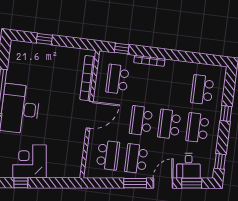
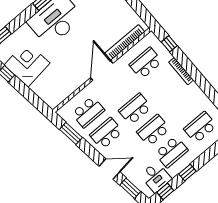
window: (226, 113) -> (187, 173), moved
door: (90, 115) -> (102, 70), swing flipped
school desk: (197, 128) -> (171, 152), turned 180
desk: (189, 166) -> (156, 177), moved, turned -83
window: (135, 183) -> (71, 133), moved

